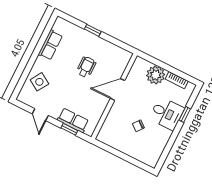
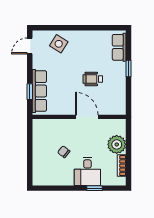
row of seats: (50, 45) -> (119, 47), moved, turned 90
wheelchair: (86, 67) -> (93, 79), turned 180
door: (40, 115) -> (30, 46), moved
row of seats: (73, 120) -> (39, 91), width x1.48

